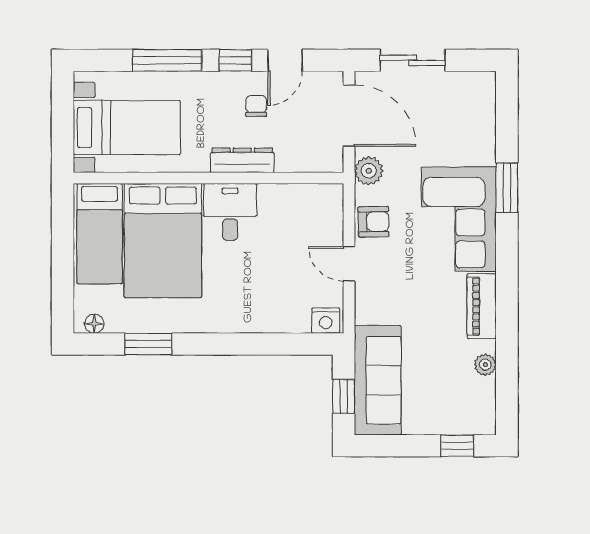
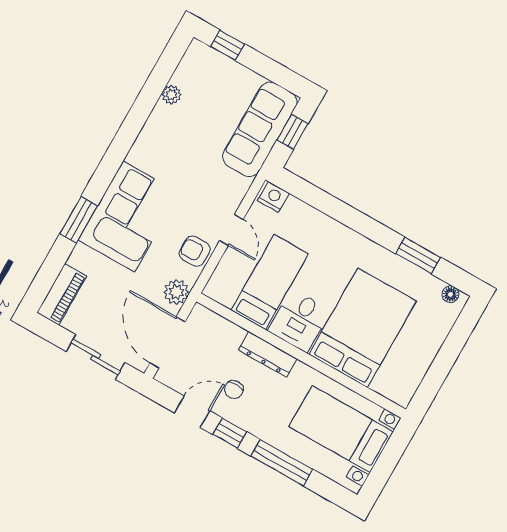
bed: (100, 234) -> (270, 282), moved
piano: (482, 306) -> (62, 294), moved

